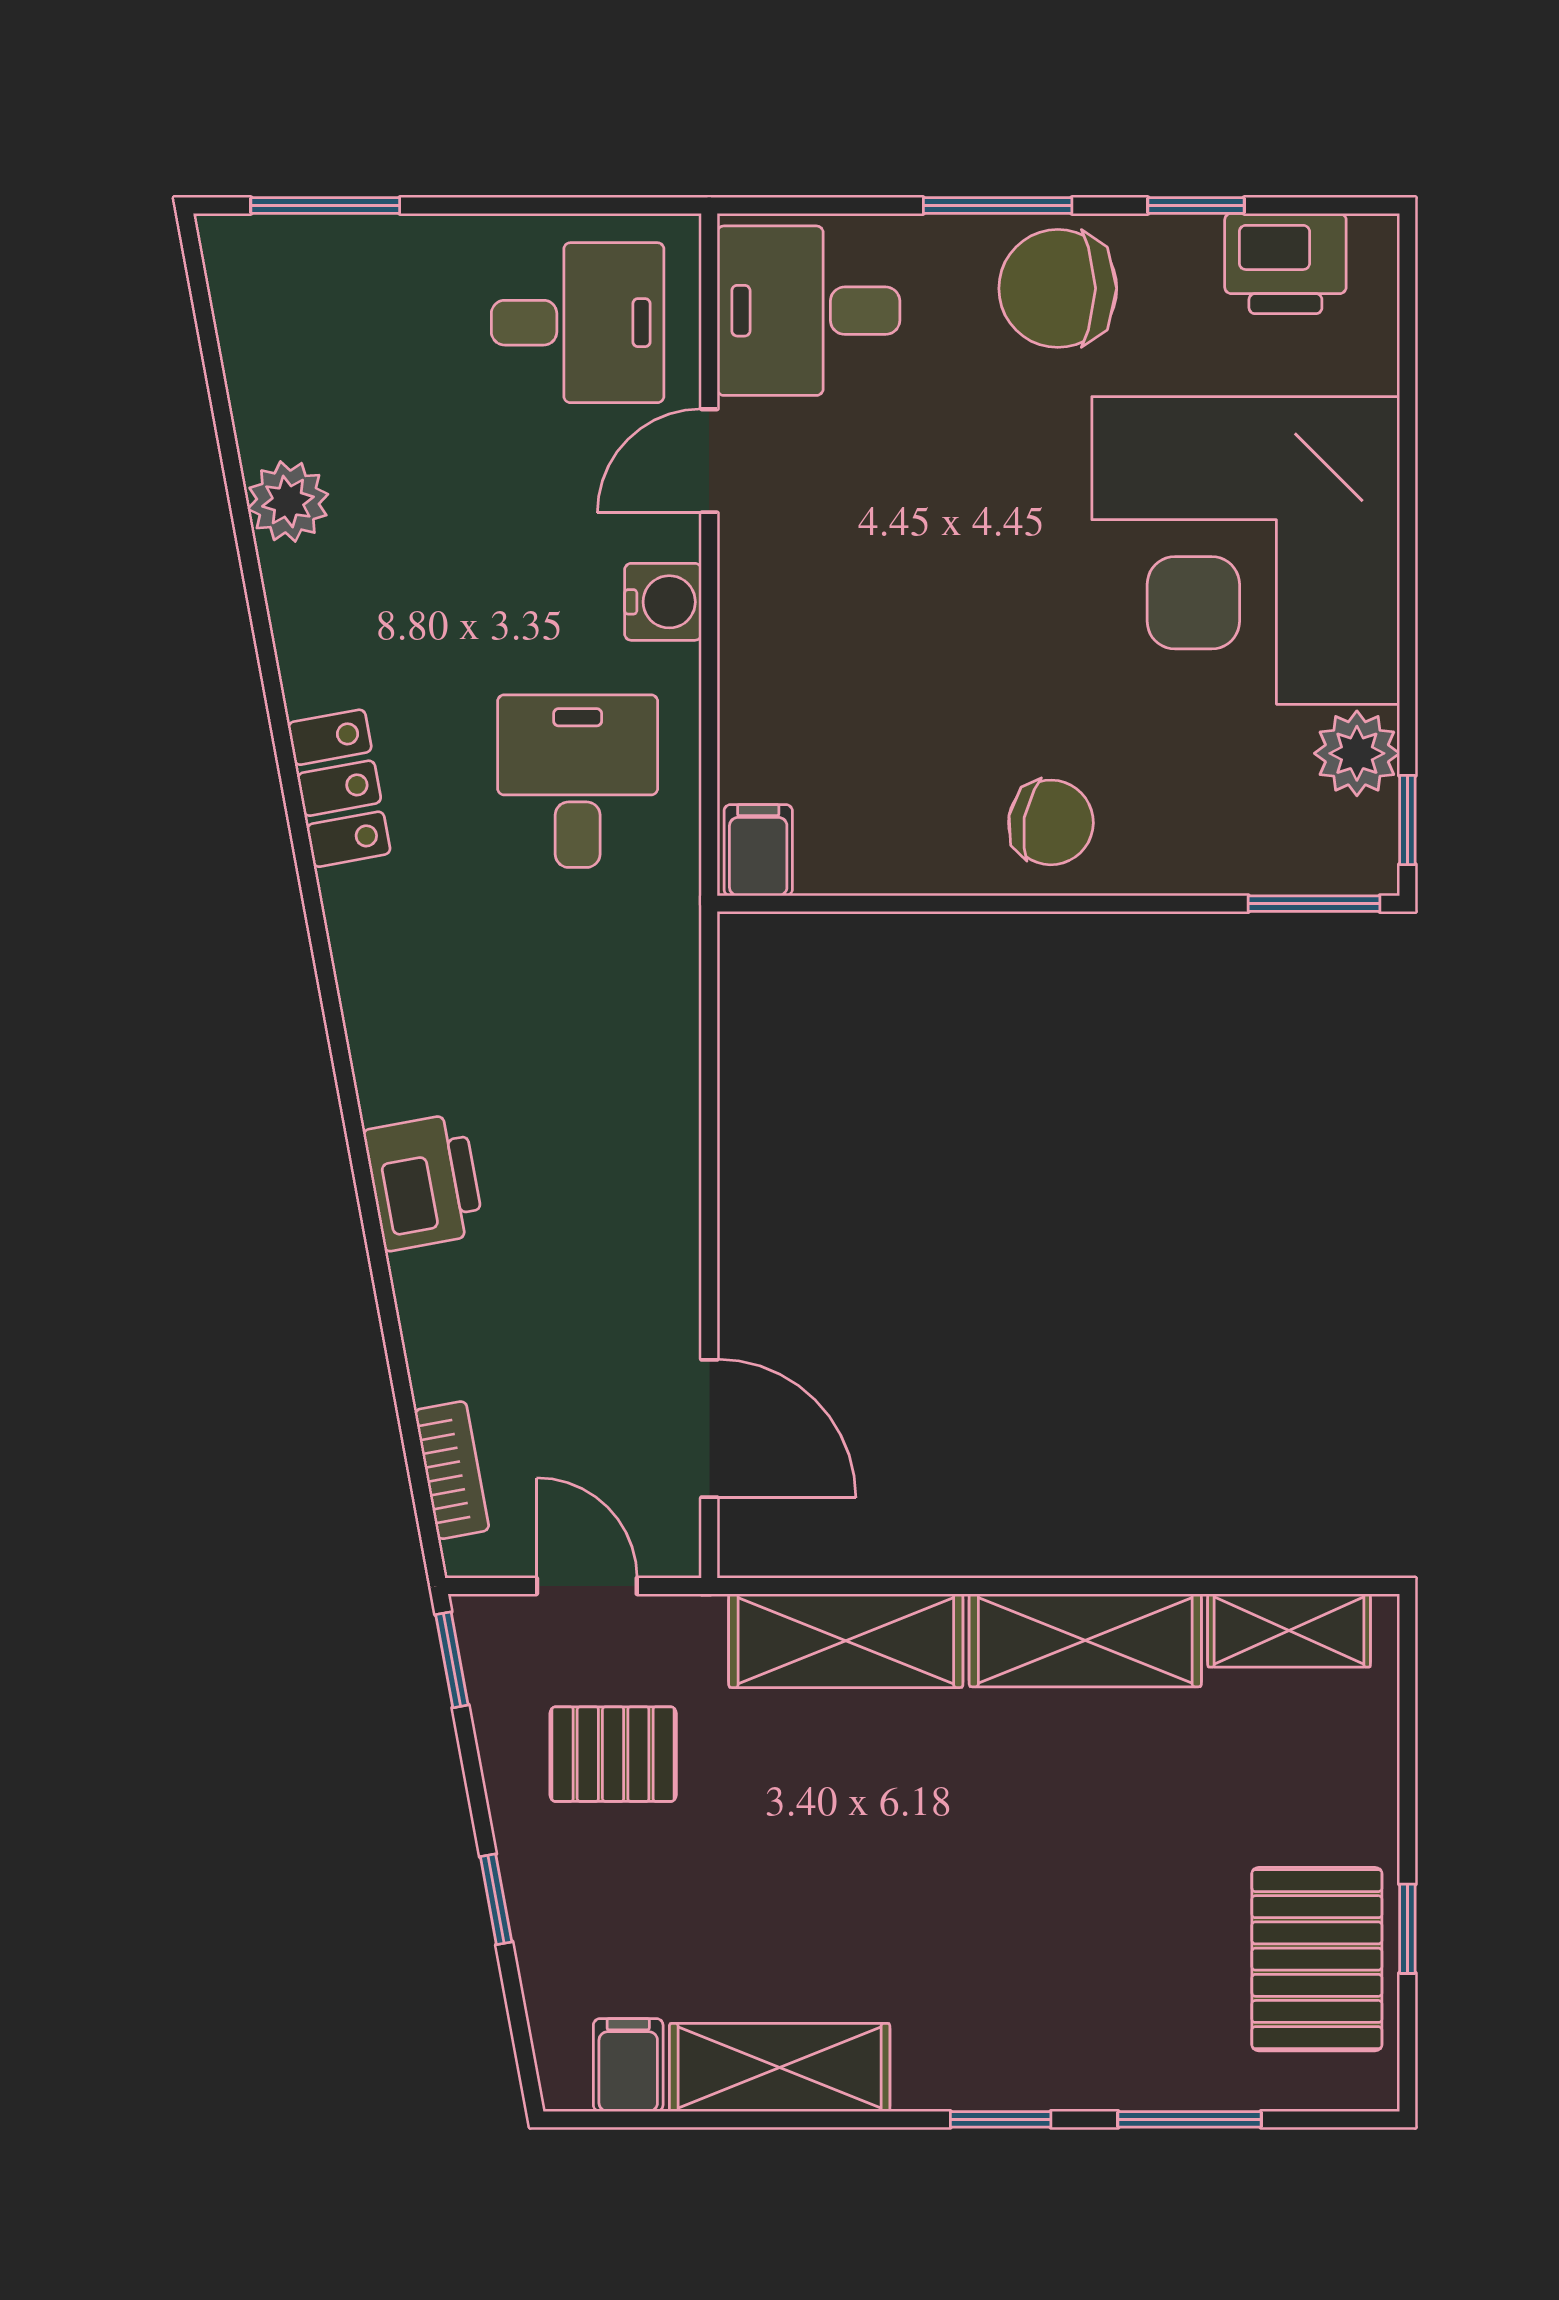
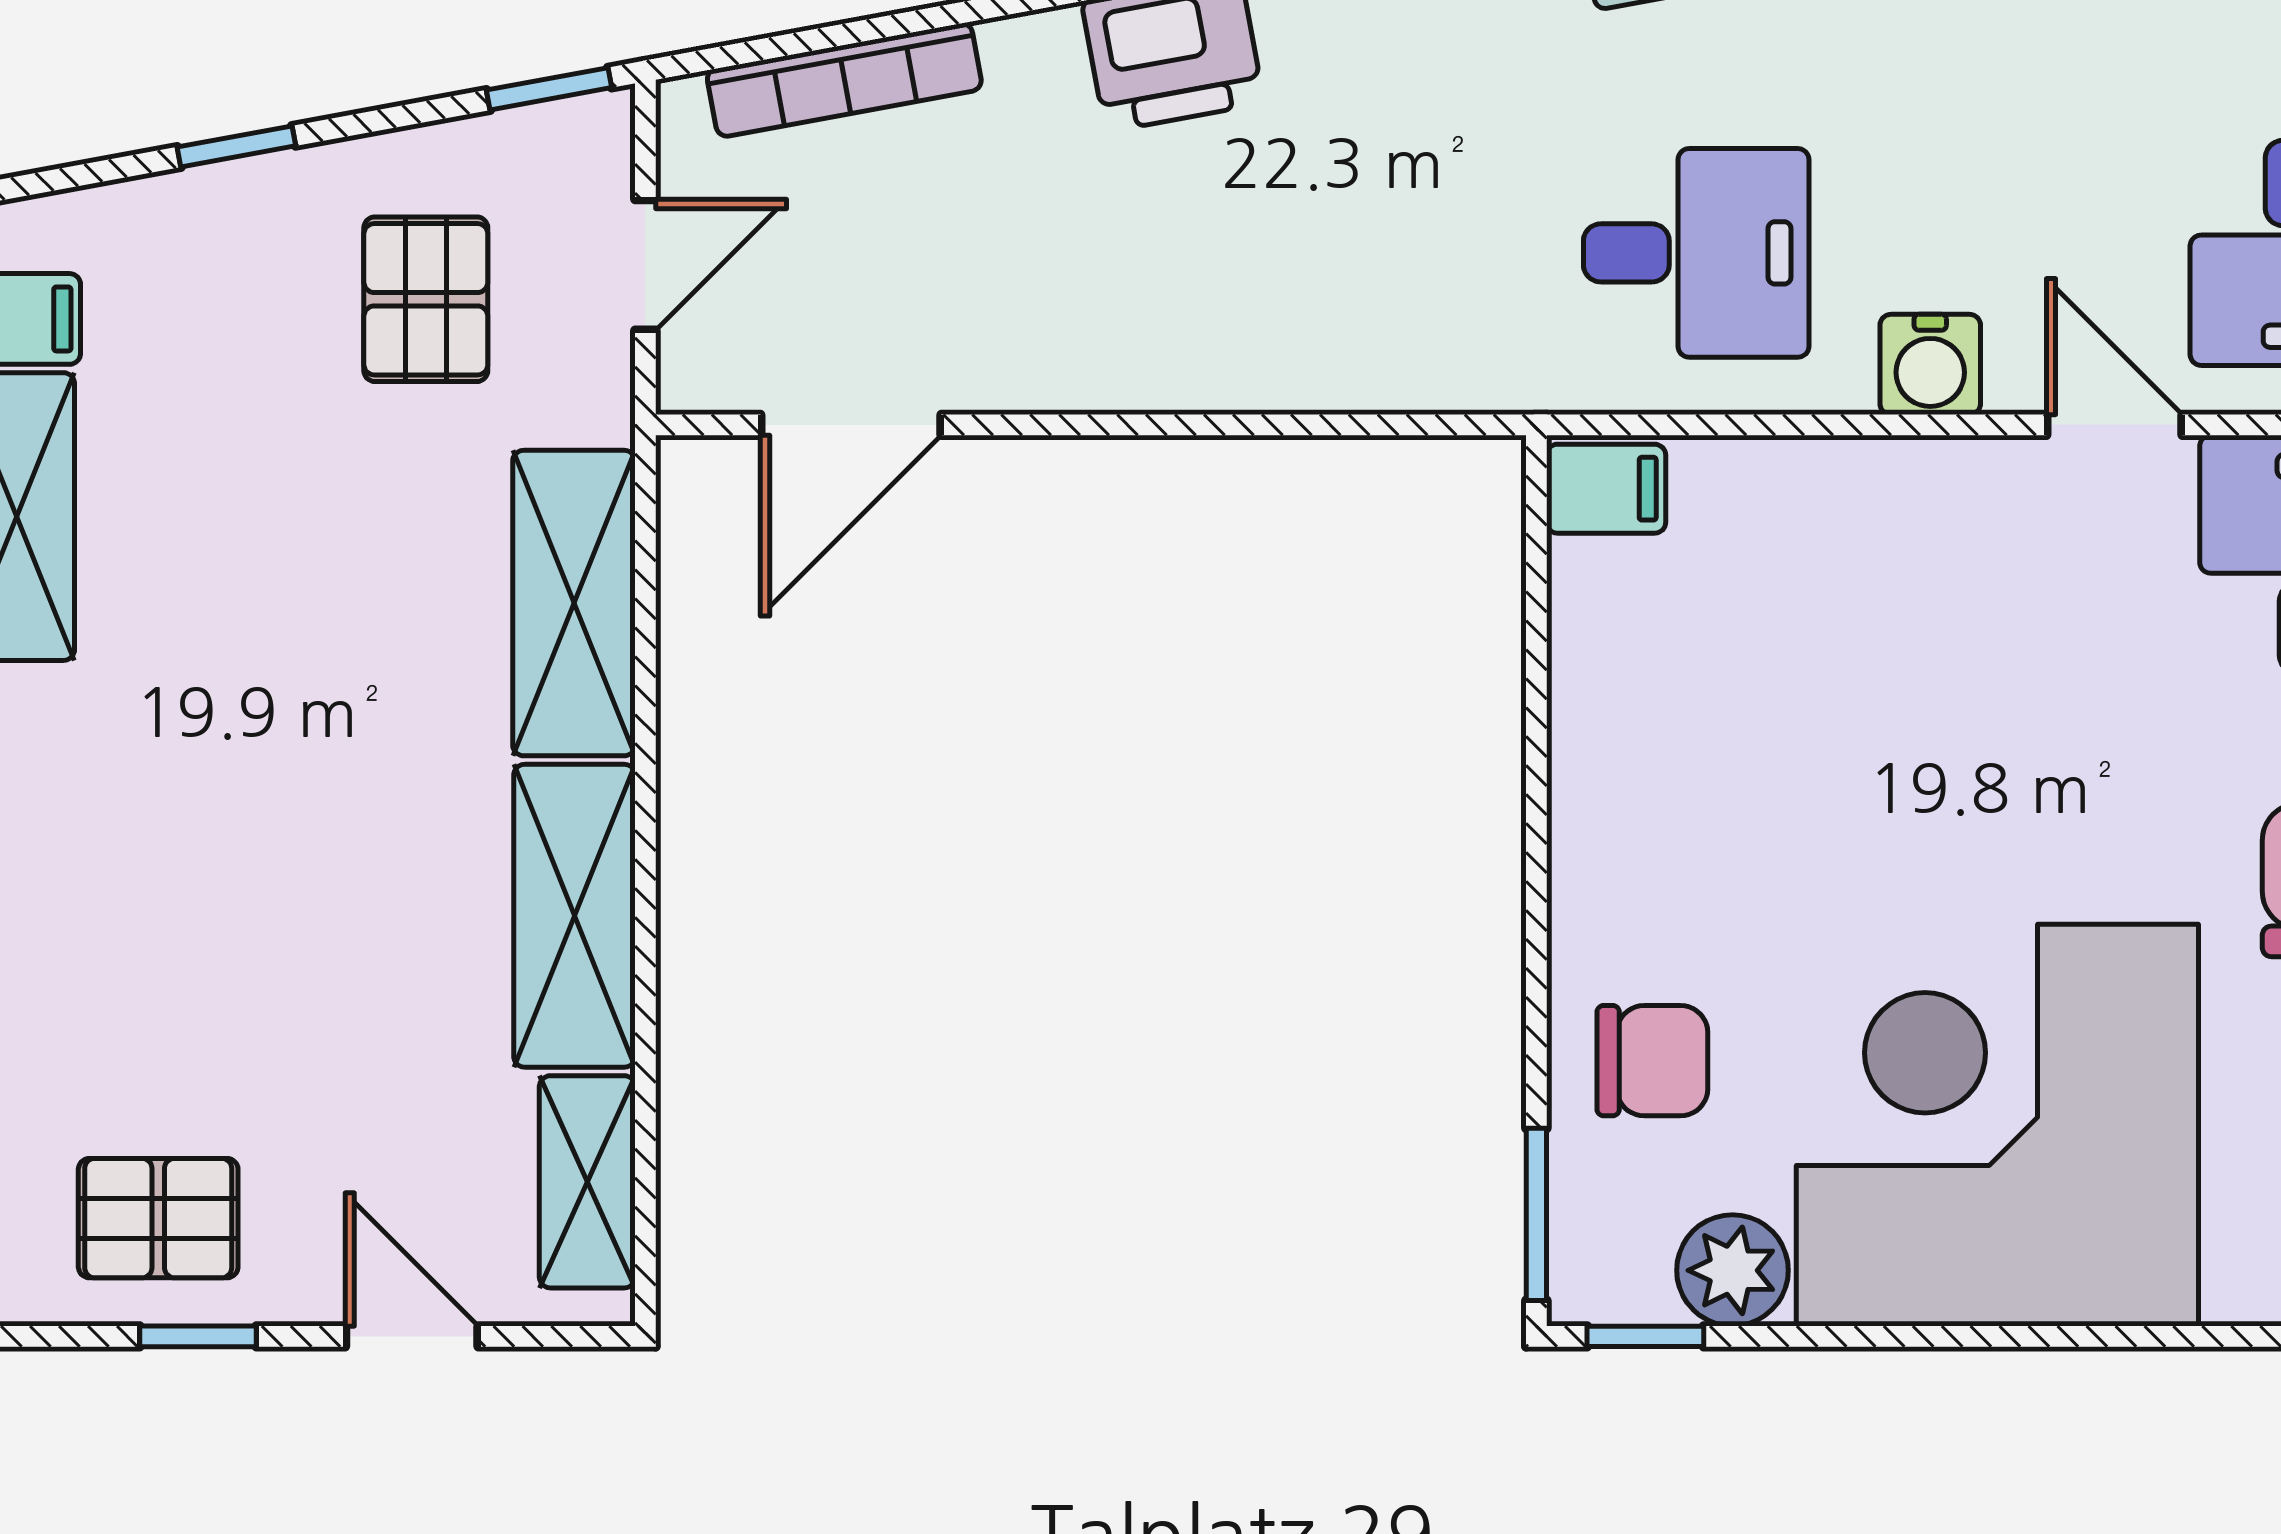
chair: (1051, 822) -> (1652, 1061), moved, turned -100
bookcase: (452, 1470) -> (844, 80), width x1.56
door: (1407, 1765) -> (412, 1336), added
pallet: (1317, 1959) -> (158, 1218), width x0.67, depth x0.71

